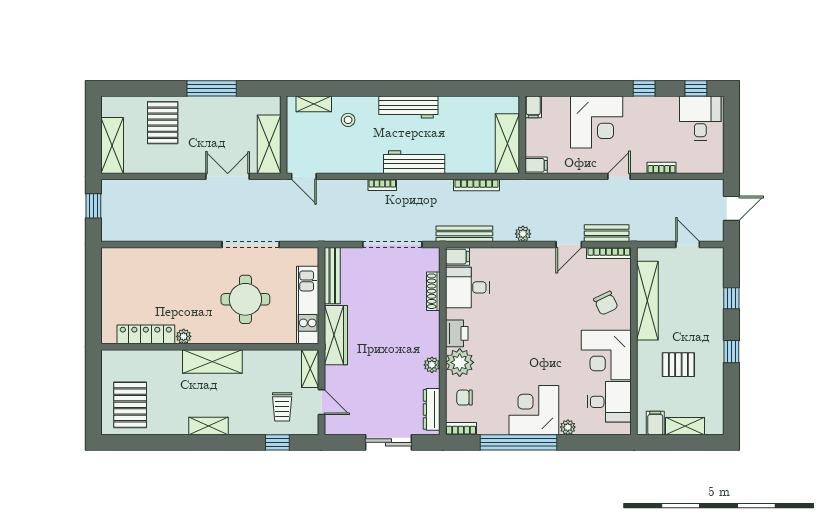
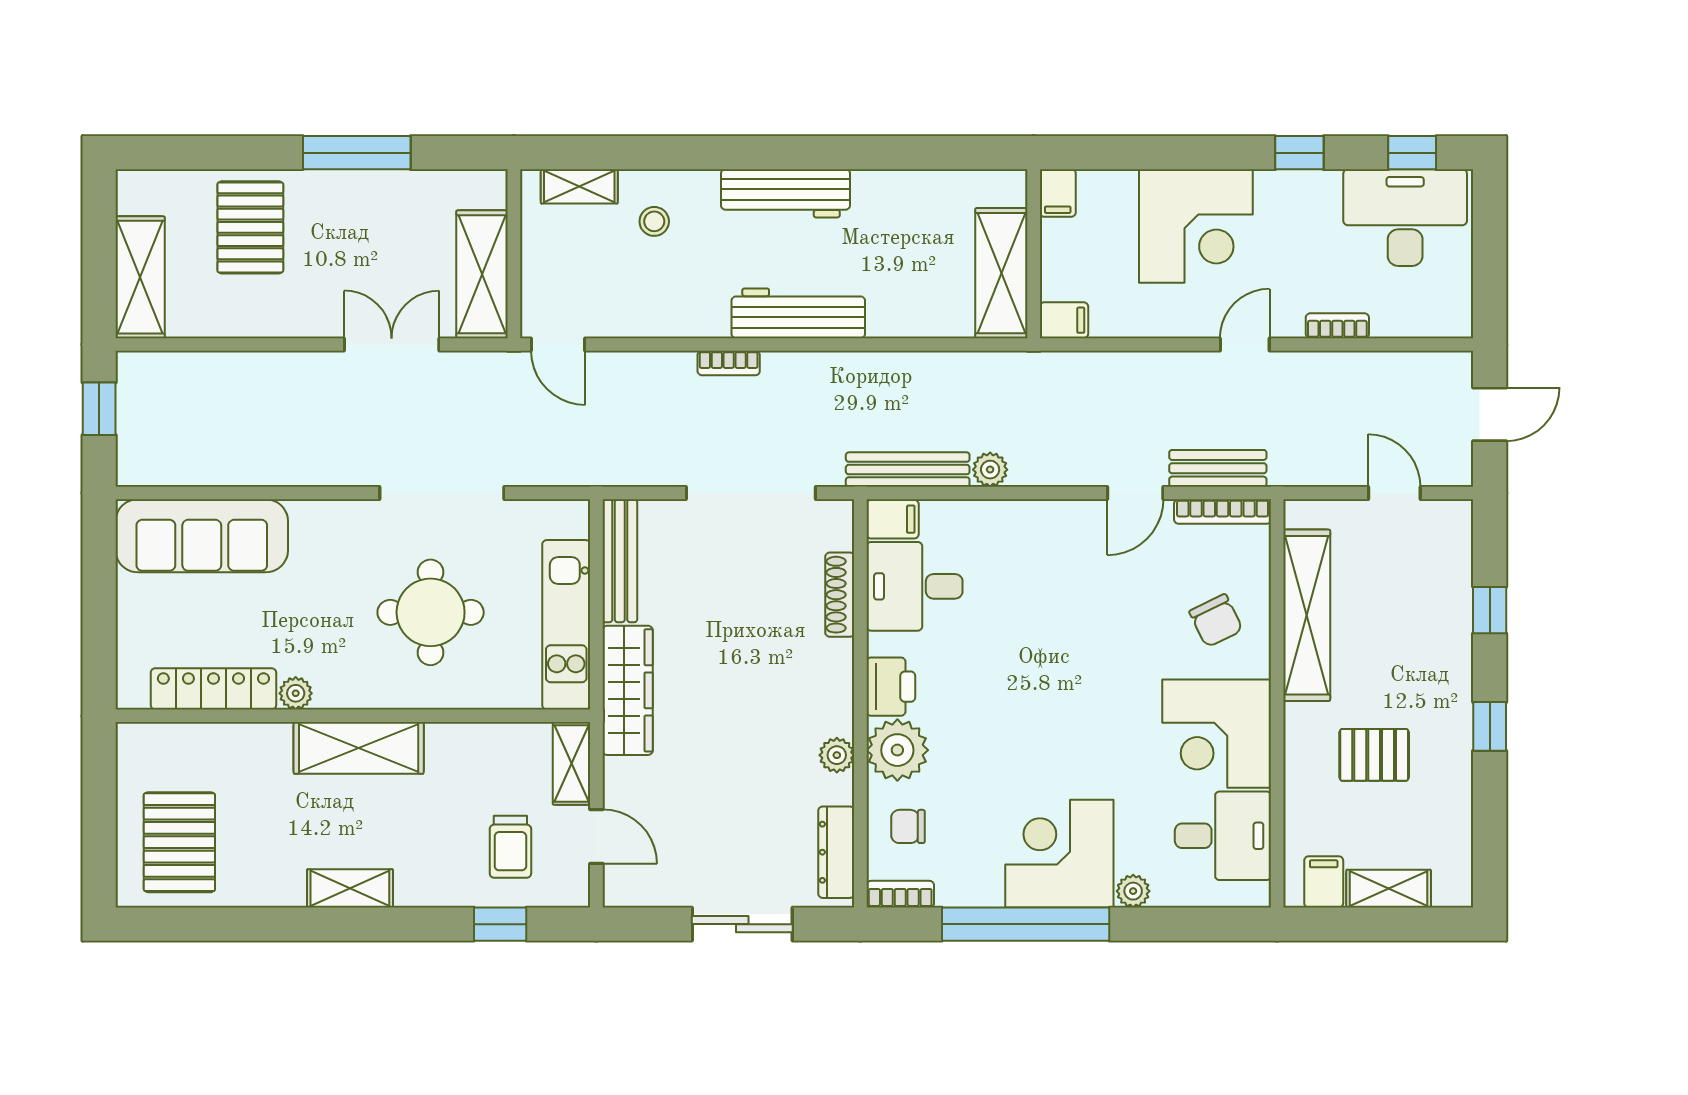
desk: (700, 118) -> (1405, 218), width x1.37
bookcase: (476, 185) -> (934, 363), removed
plant: (523, 234) -> (990, 470), moved
sofa: (140, 264) -> (202, 536), added

